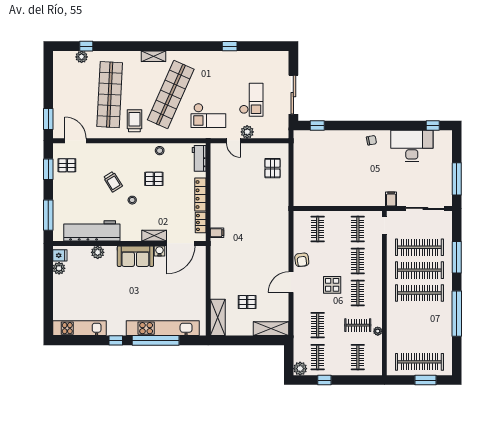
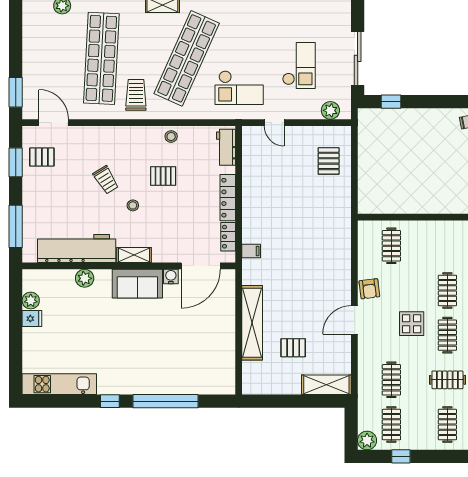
plant: (247, 132) -> (330, 110), moved
clothes rail: (358, 229) -> (447, 246), removed
shelving: (154, 236) -> (134, 255), moved
fridge: (60, 255) -> (32, 319), moved
shelving: (218, 317) -> (252, 323), moved, width x1.47
kitchen unit: (163, 328) -> (175, 384), removed

